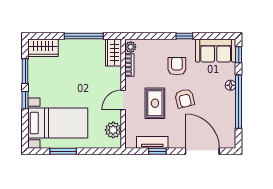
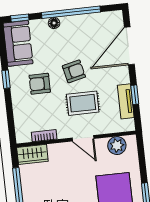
plant: (131, 47) -> (24, 137), removed

